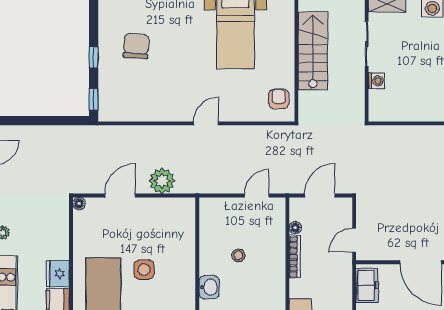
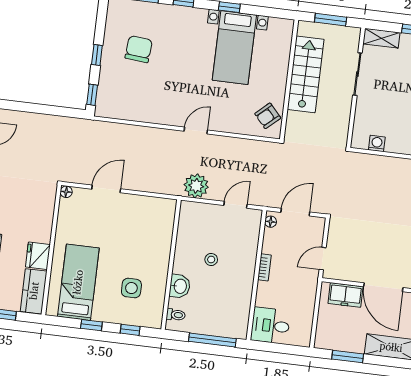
washing machine: (376, 81) -> (377, 143), moved, turned -90
armchair: (279, 99) -> (268, 116), turned -132
plant: (162, 181) -> (196, 186), moved
floor lamp: (295, 228) -> (271, 222), moved
bookcase: (295, 257) -> (264, 267), width x0.64
side table: (144, 269) -> (131, 288), moved
freezer: (367, 285) -> (345, 295), moved, turned 90

